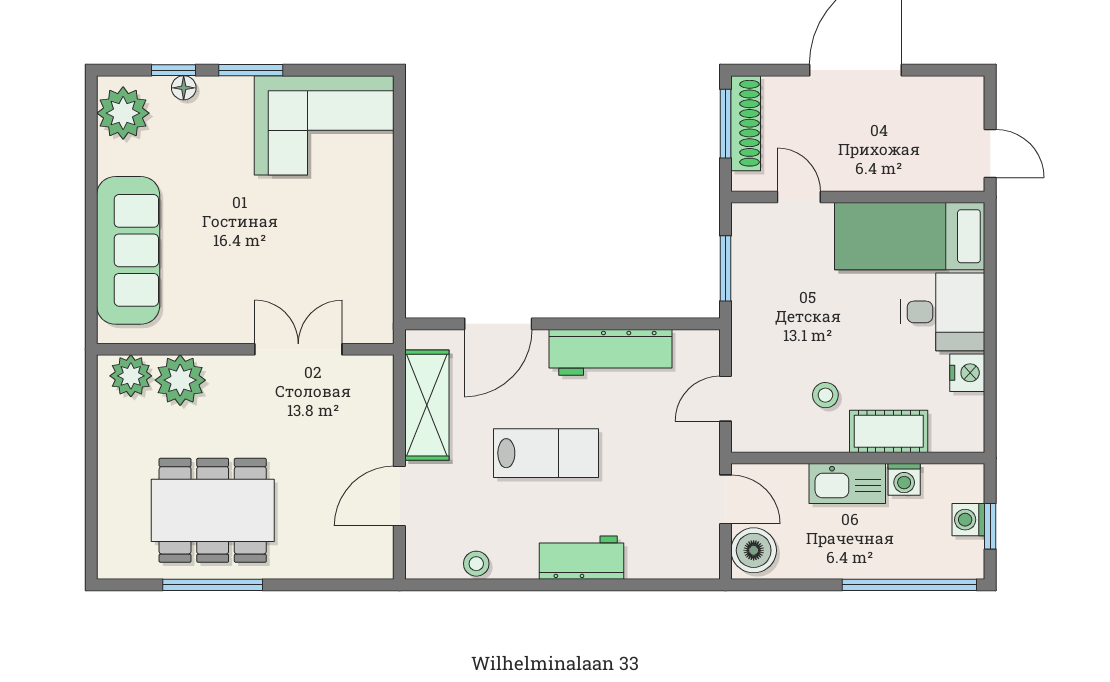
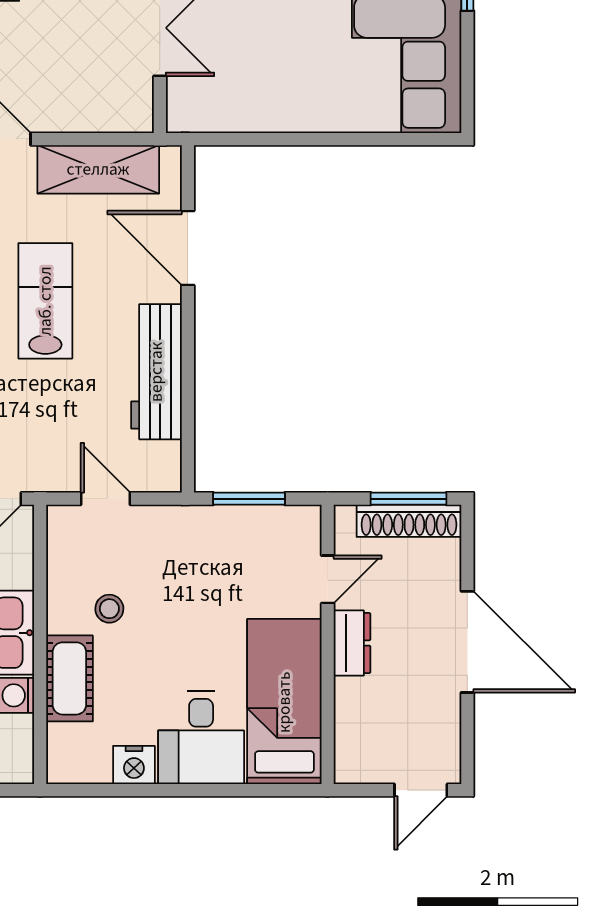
door: (990, 153) -> (421, 790), moved
dresser: (857, 175) -> (352, 643), added
lab bench: (546, 453) -> (45, 301), turned 180

